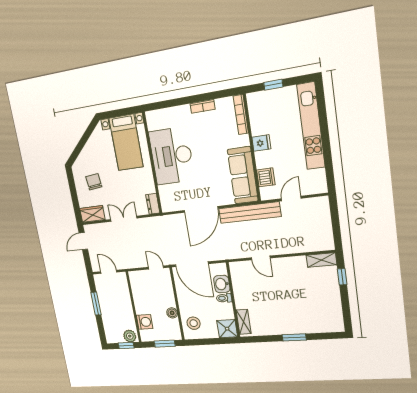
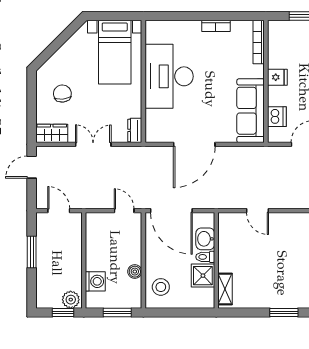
bench: (250, 213) -> (252, 155), removed
shower: (227, 329) -> (203, 276), moved

